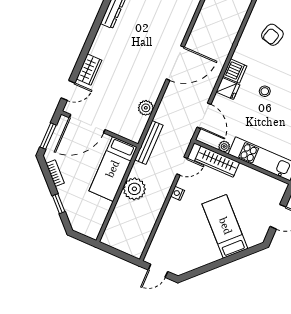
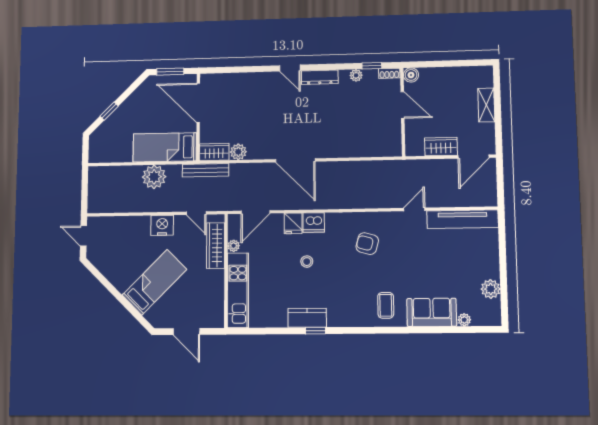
wardrobe: (89, 69) -> (214, 152), moved, turned 180
door: (68, 90) -> (290, 68), moved
bookcase: (55, 173) -> (137, 94), removed
nightstand: (178, 193) -> (162, 225), width x1.89, depth x1.79

